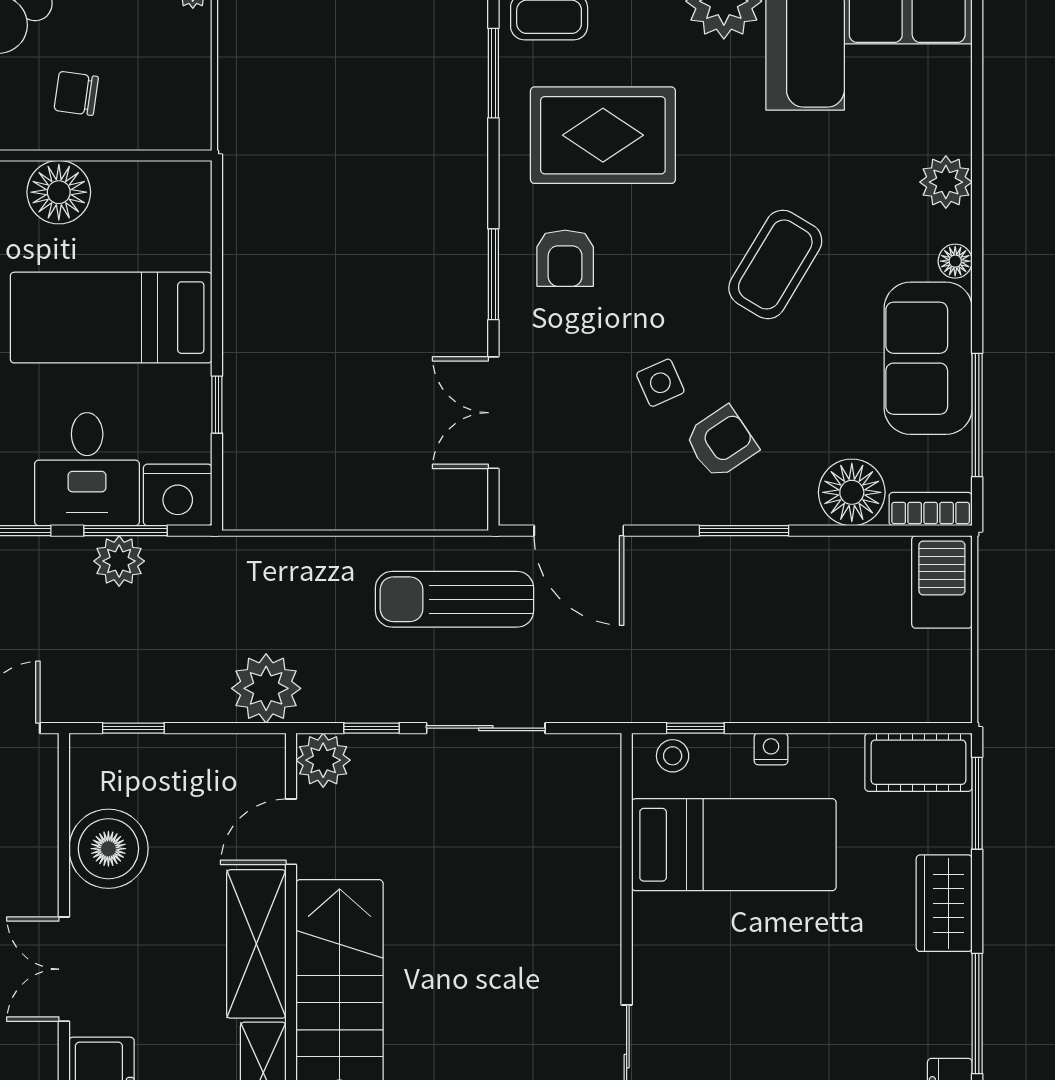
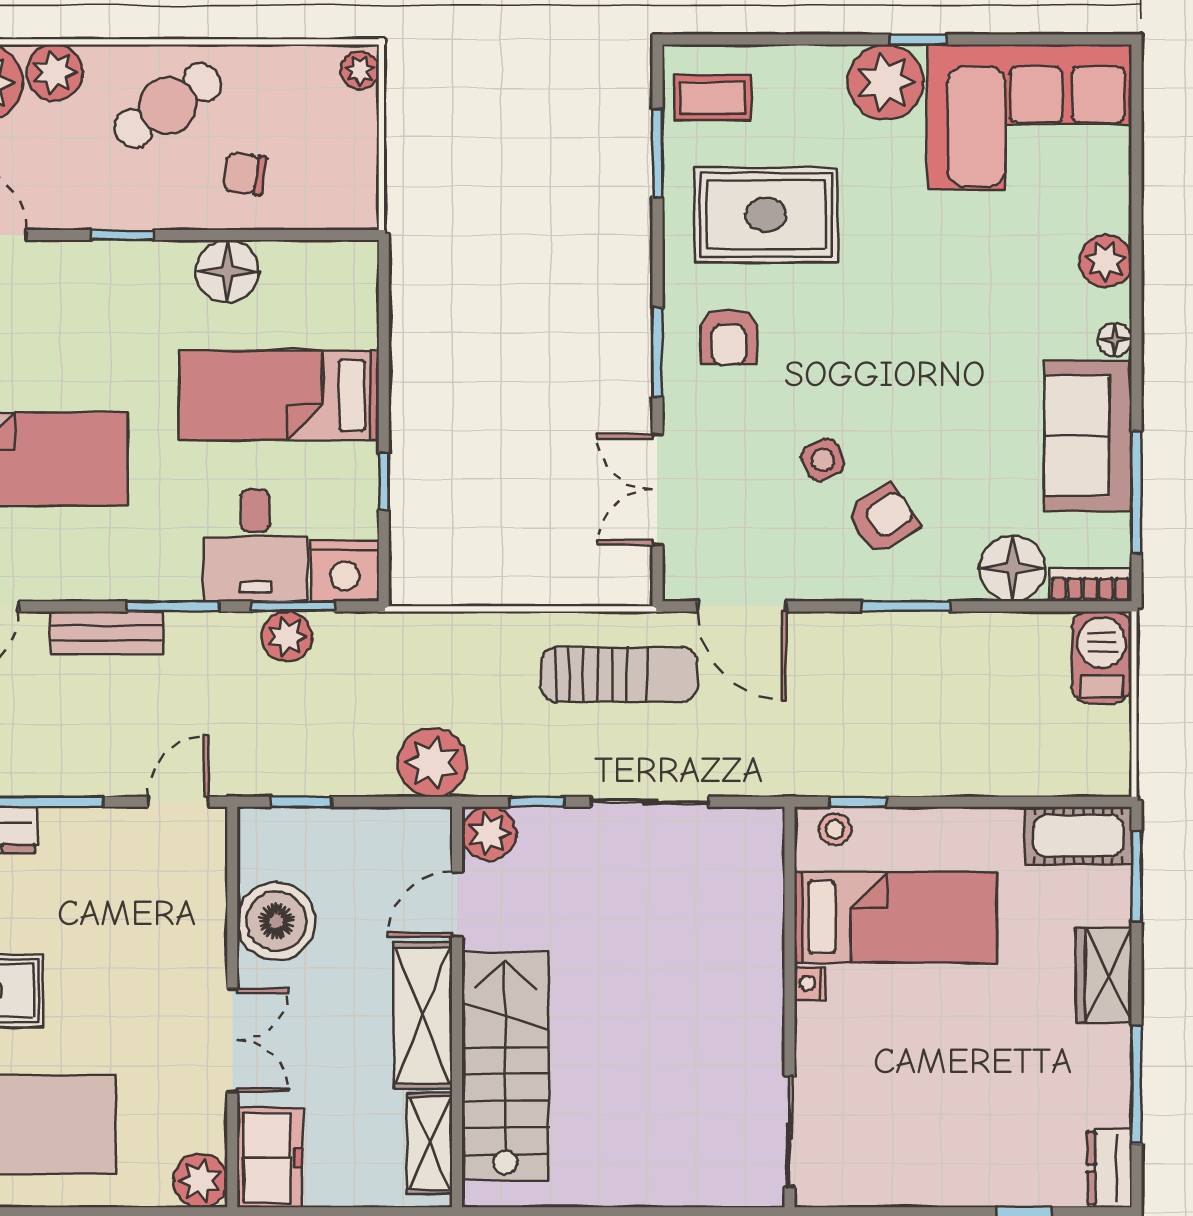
coffee table: (775, 264) -> (937, 343), removed
sun lounger: (455, 599) -> (619, 674), turned 180
nightstand: (771, 749) -> (810, 983), moved, turned -90
double door: (64, 969) -> (232, 1040), swing flipped

